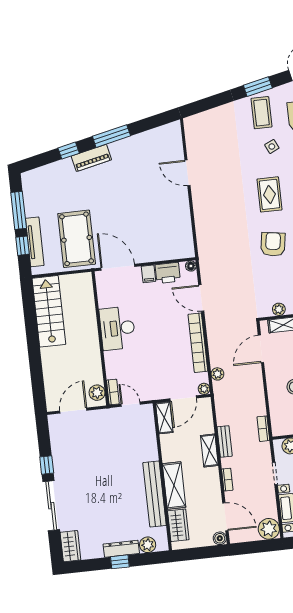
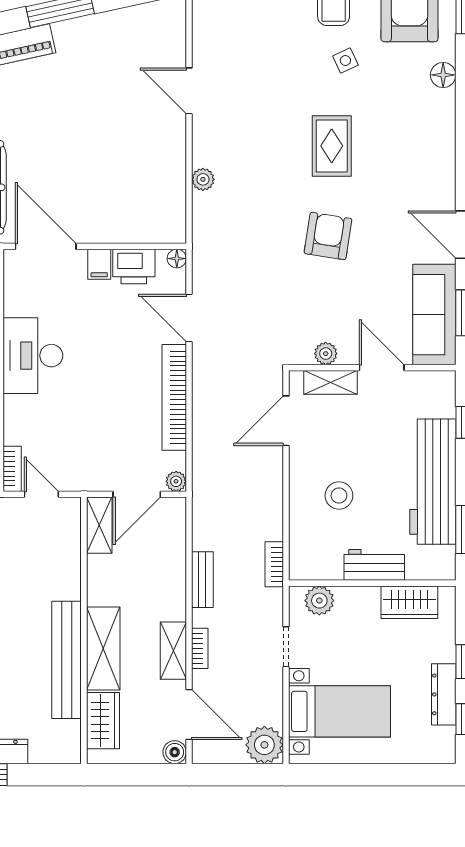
plant: (217, 374) -> (203, 179), moved
shelving: (209, 451) -> (173, 651), moved
plant: (148, 545) -> (44, 749), removed

